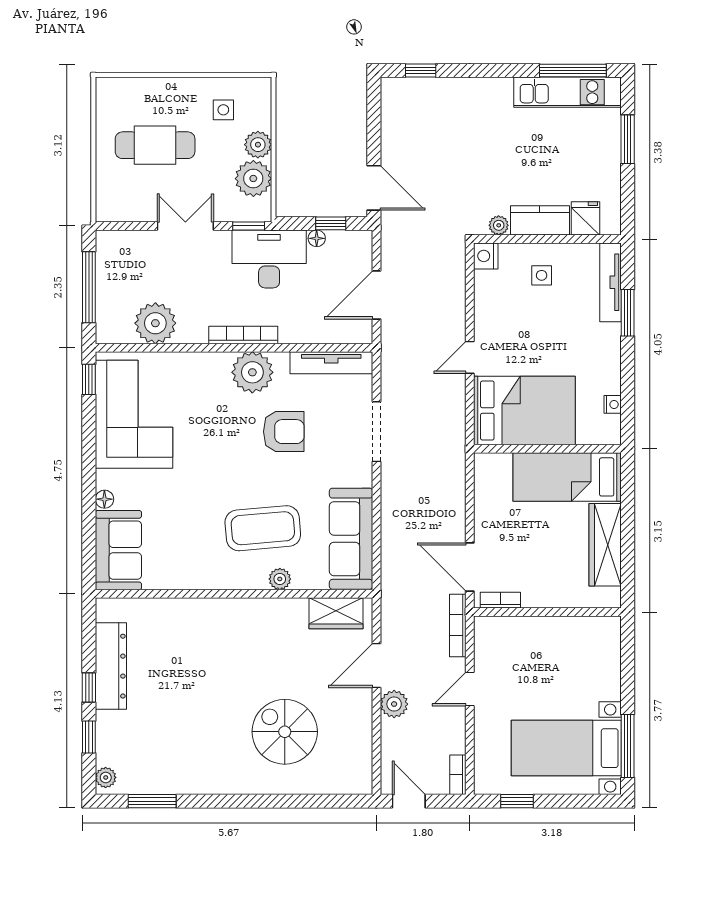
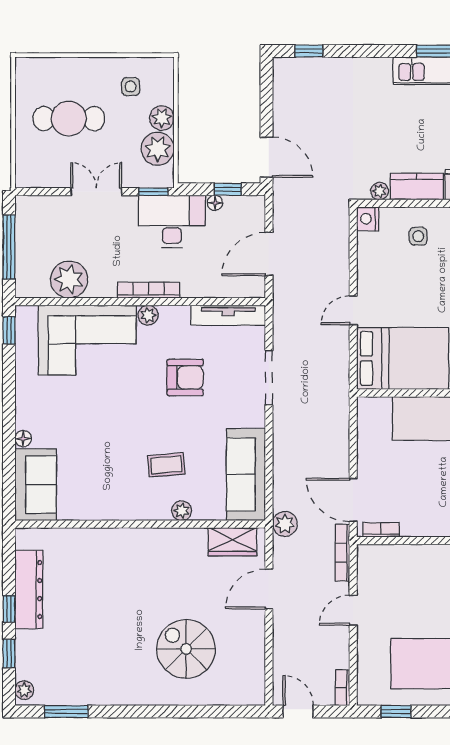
plant: (252, 372) -> (148, 315), width x0.53, depth x0.53
corner sofa: (134, 414) -> (87, 340), moved, turned 90
coffee table: (263, 528) -> (166, 465), width x0.54, depth x0.58
plant: (394, 704) -> (285, 524), moved

